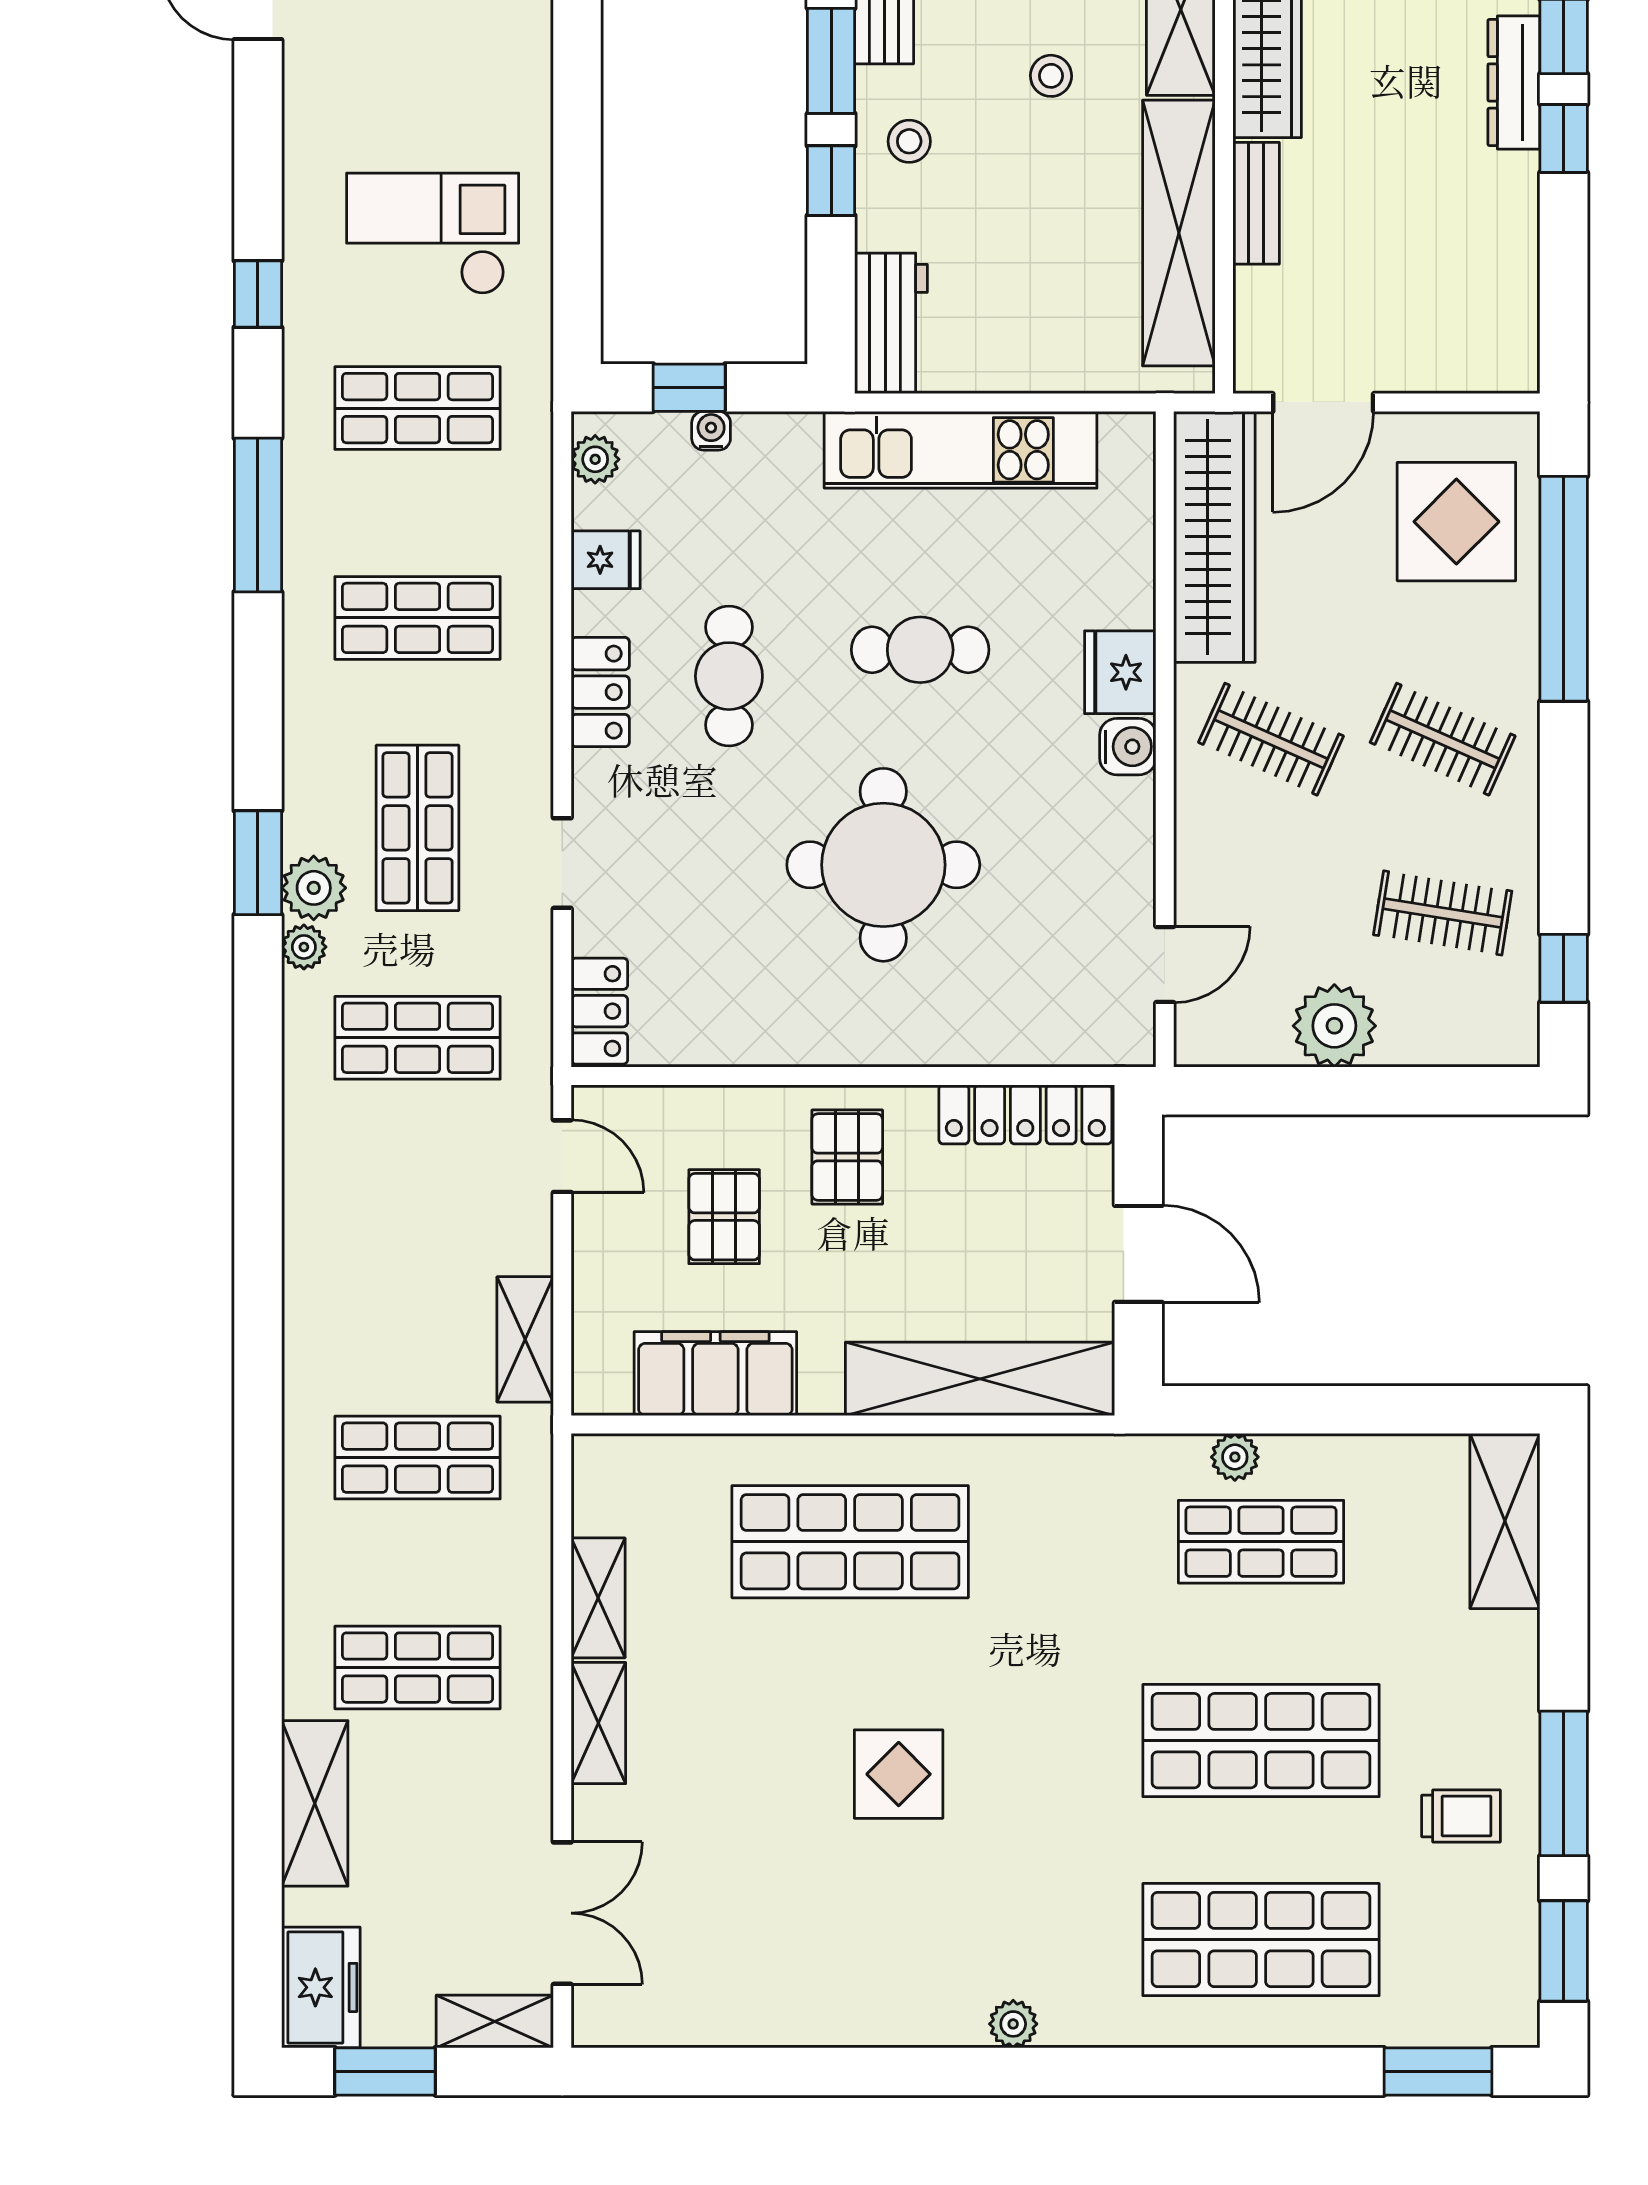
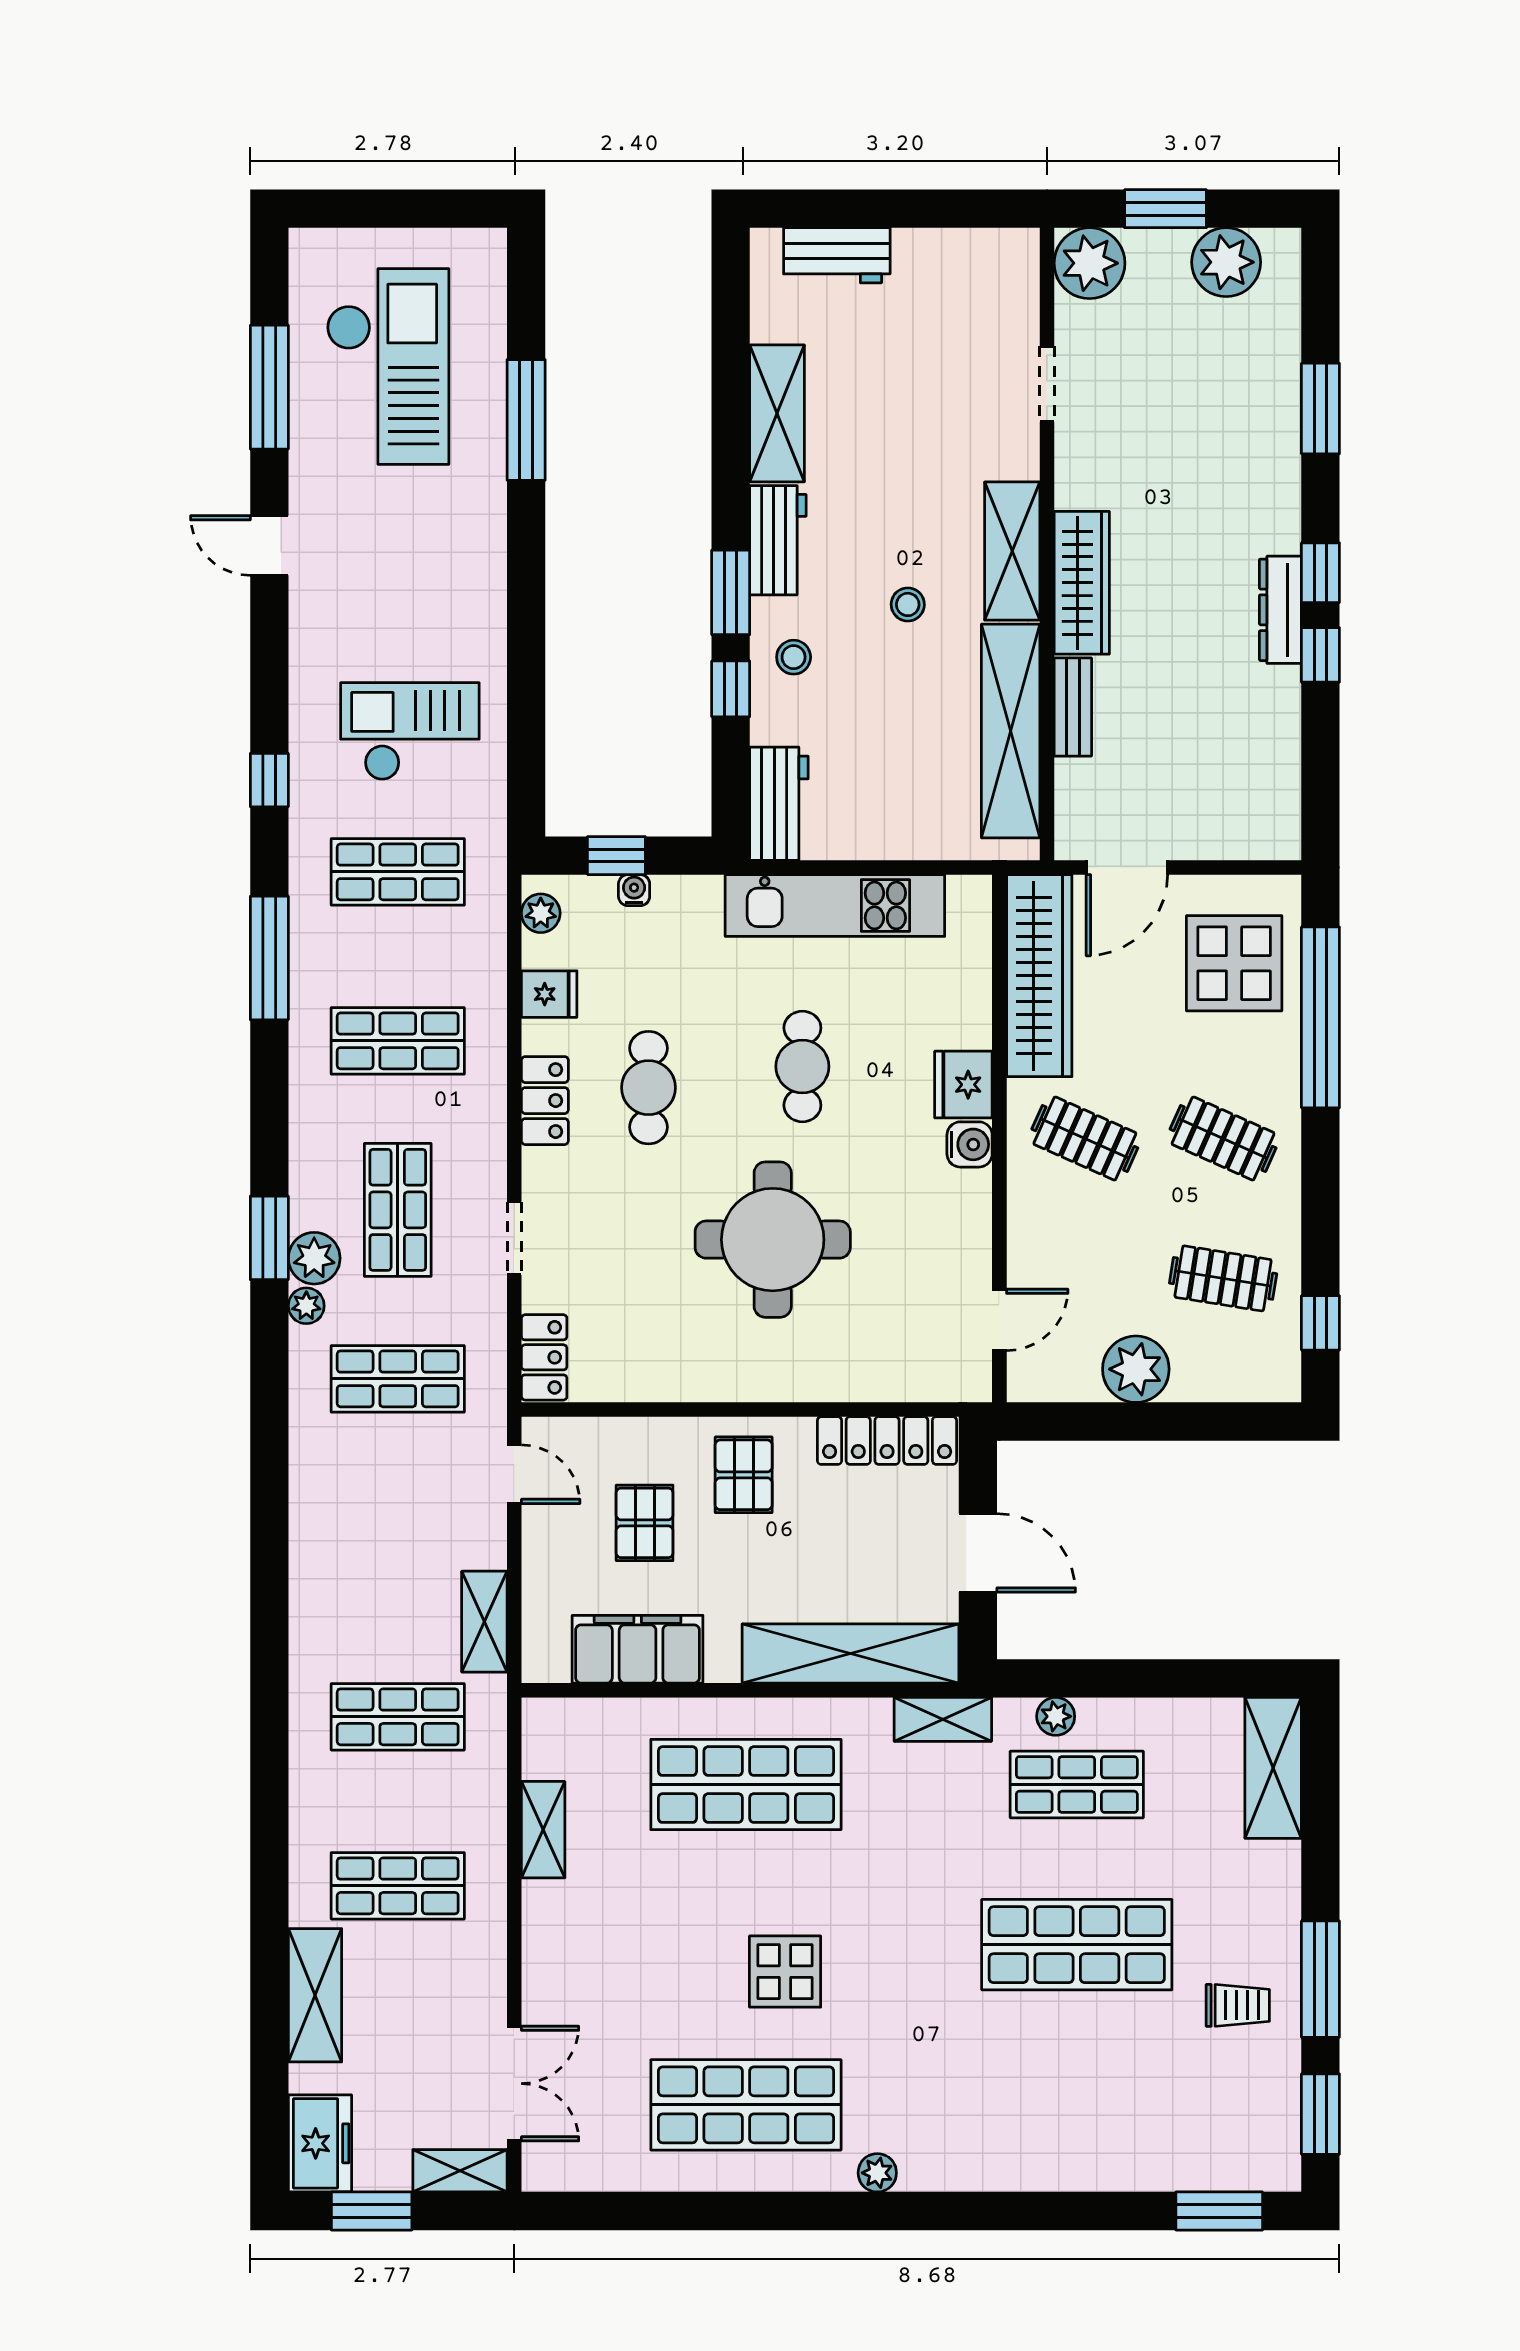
cafe table: (920, 650) -> (802, 1066), turned 90
shelving: (598, 1723) -> (943, 1719), moved, turned 90
shop shelf: (1261, 1940) -> (746, 2105), moved

